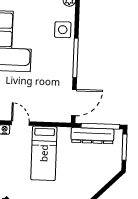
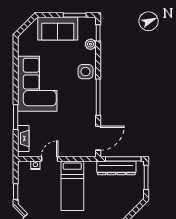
door: (20, 123) -> (50, 159), hinge flipped

